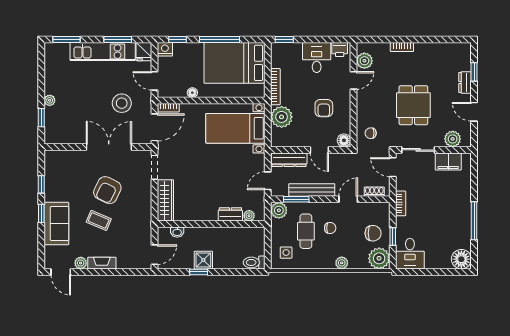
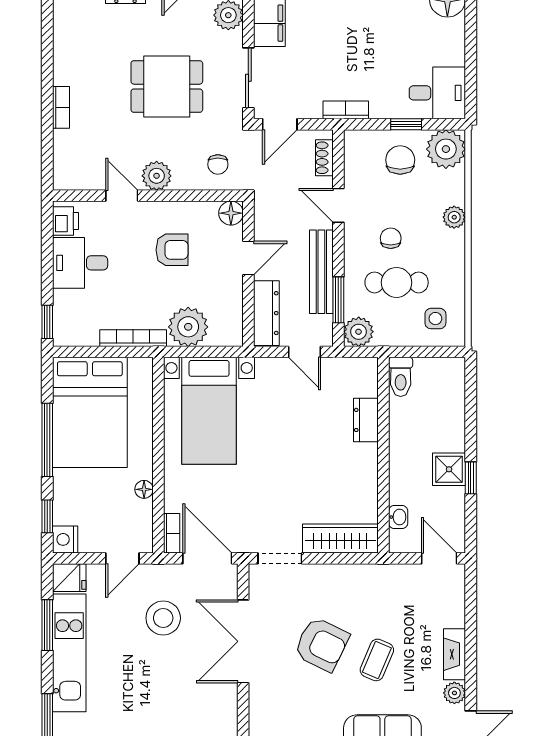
plant: (364, 61) -> (157, 176), moved
plant: (249, 216) -> (368, 386), removed
toilet: (254, 262) -> (401, 377), moved

